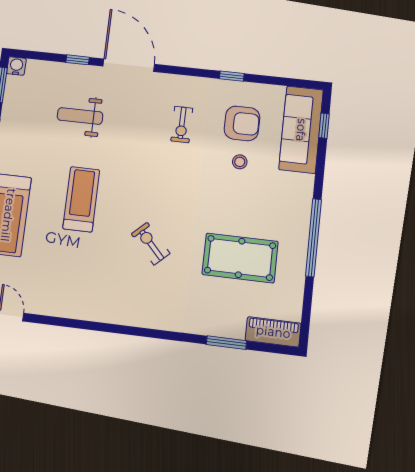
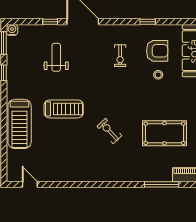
weight bench: (80, 116) -> (56, 57), turned 90
treadmill: (81, 199) -> (64, 109), turned 90
window: (226, 343) -> (162, 184), width x1.44

